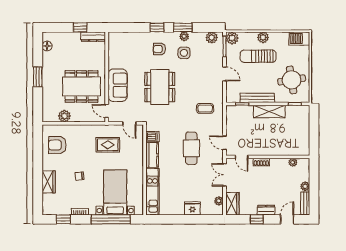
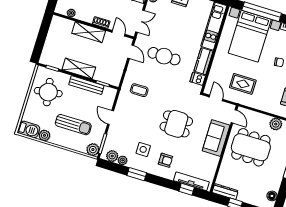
window: (157, 27) -> (187, 189), moved
tv unit: (128, 36) -> (191, 181), added
plant: (184, 36) -> (123, 160), moved
plant: (263, 37) -> (44, 135), moved
dining table: (160, 87) -> (176, 124), width x0.73
cafe table: (191, 148) -> (164, 56), turned 90
shelving: (270, 149) -> (89, 32), added
bed with nightstands: (115, 192) -> (250, 36), width x1.36

